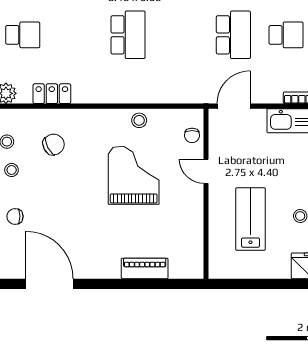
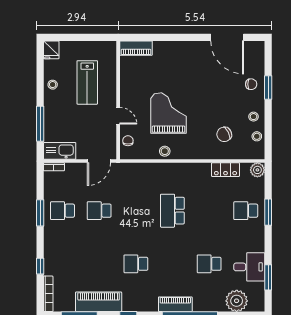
school desk: (233, 35) -> (99, 211), width x0.54
grand piano: (134, 175) -> (169, 113), turned 180
piano: (145, 268) -> (136, 48), moved

